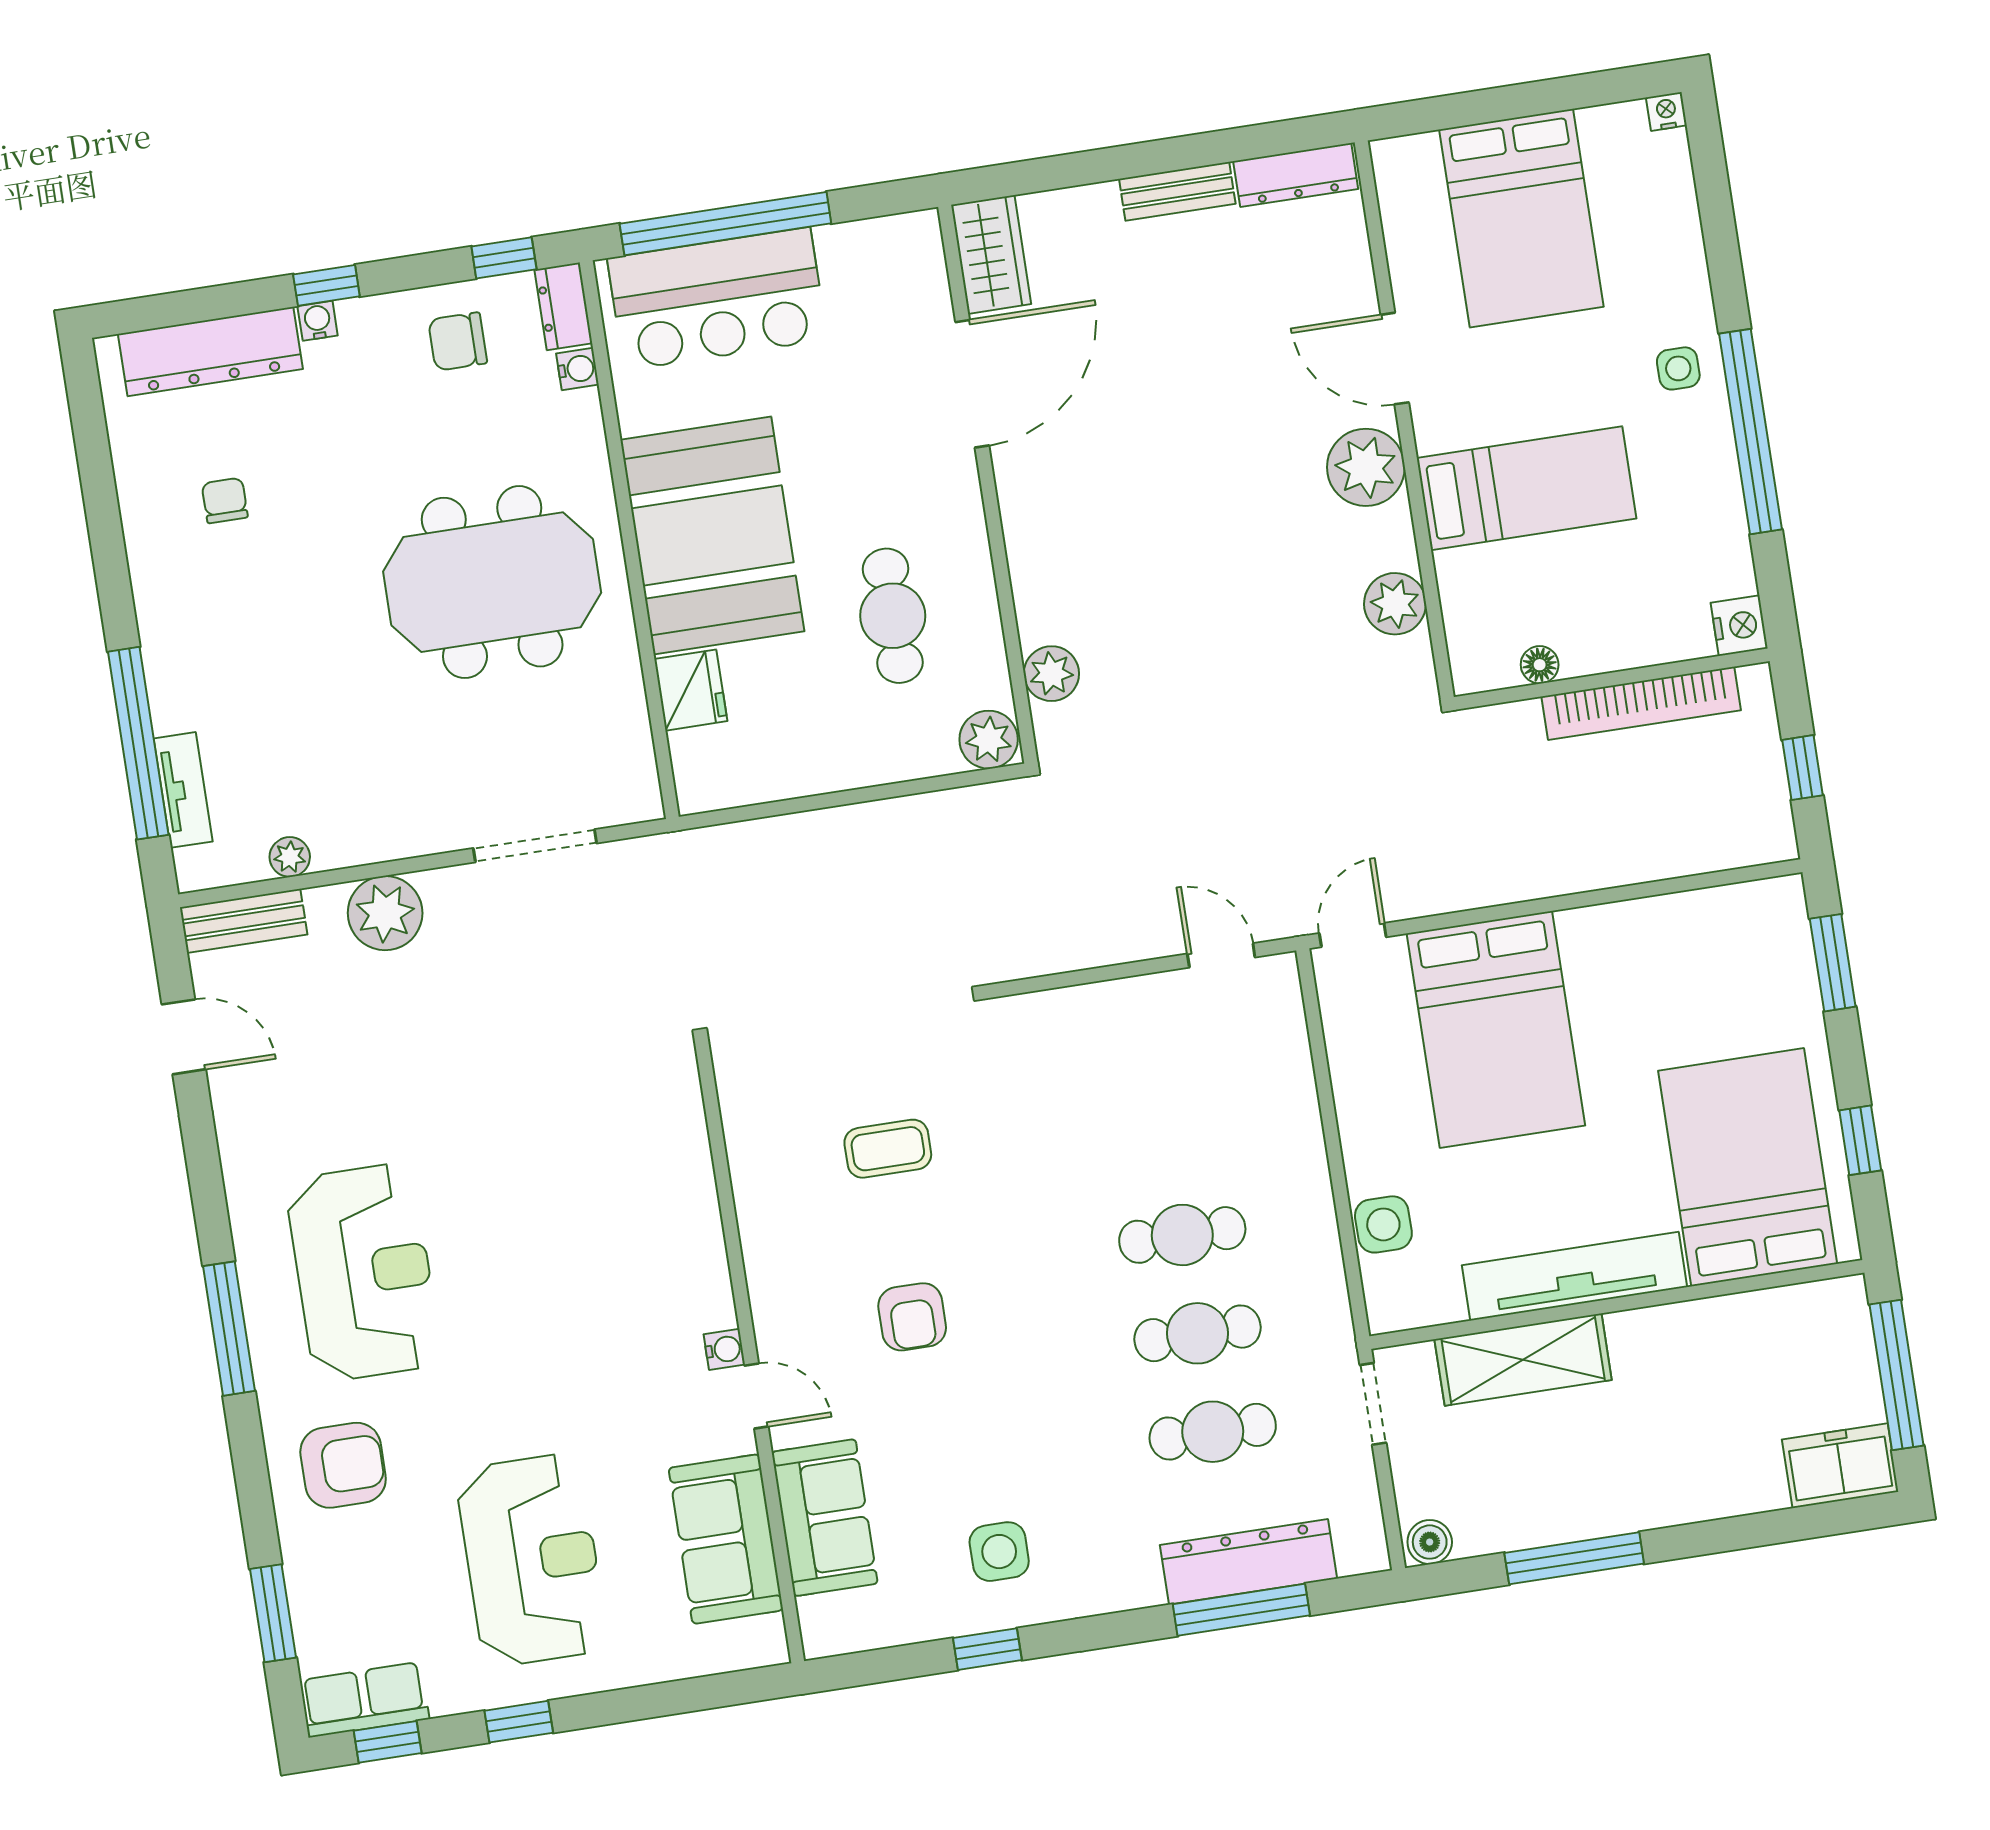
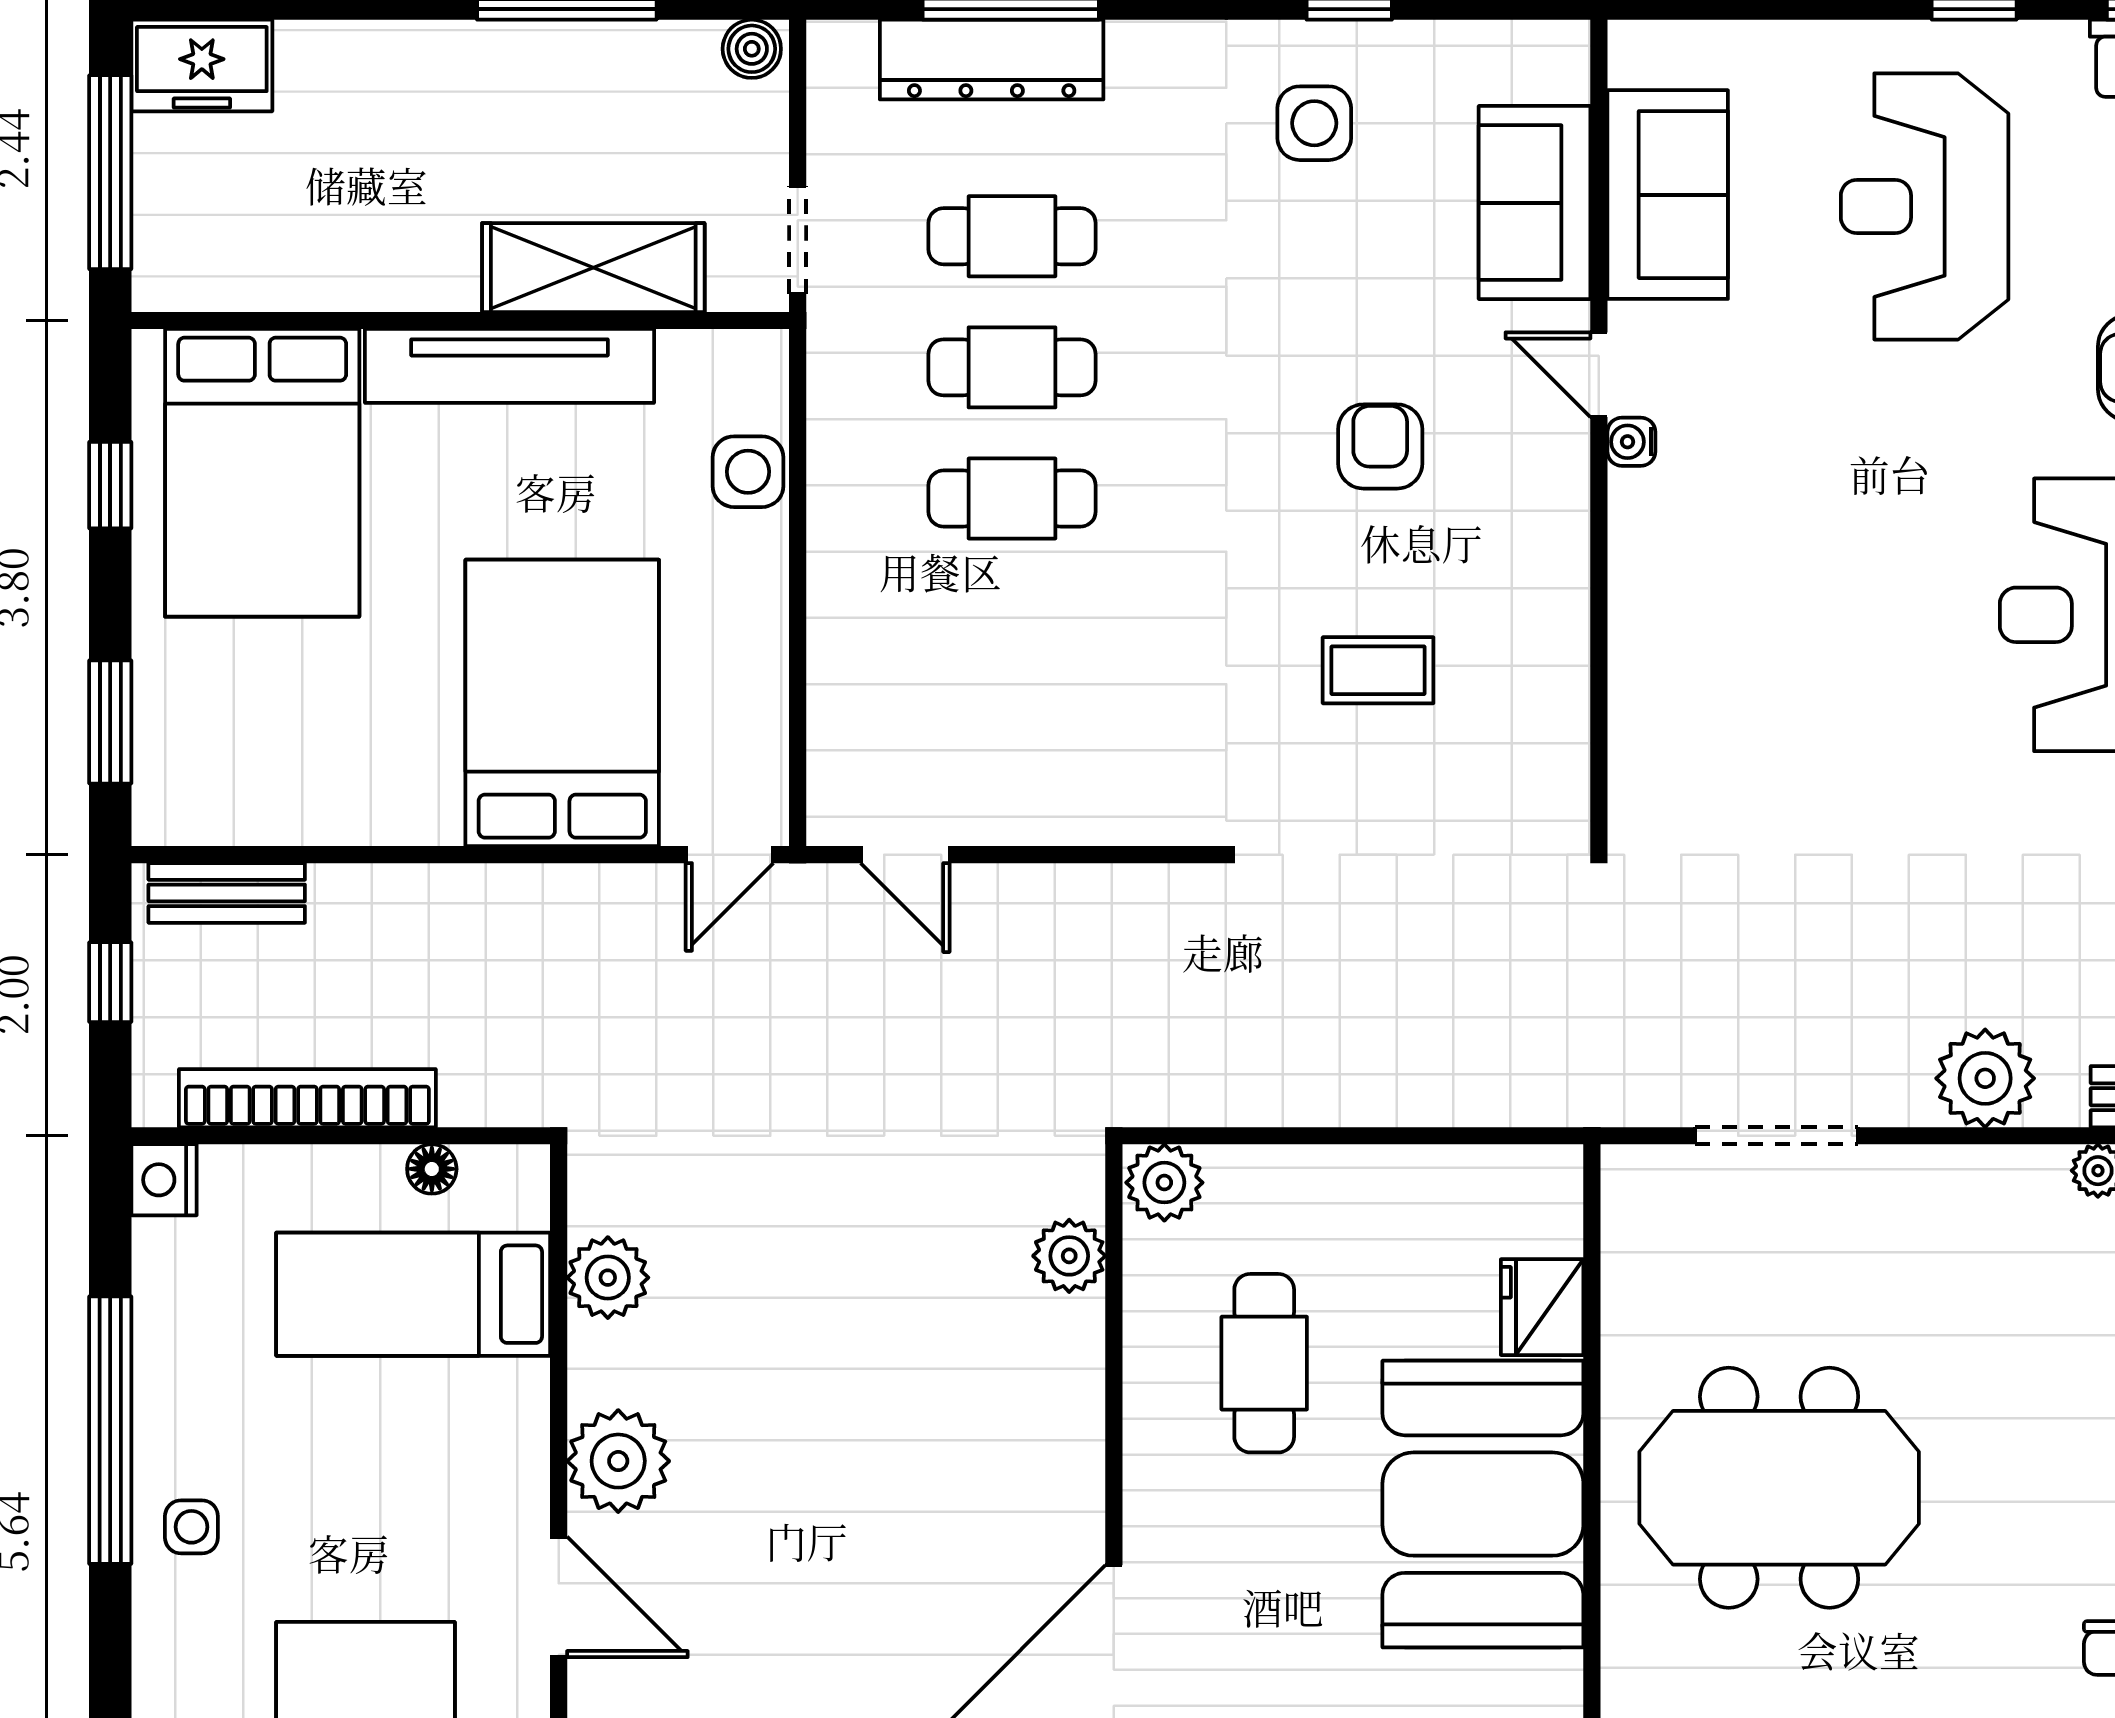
bed: (1527, 488) -> (413, 1294), moved
bench: (1726, 848) -> (227, 893), added

